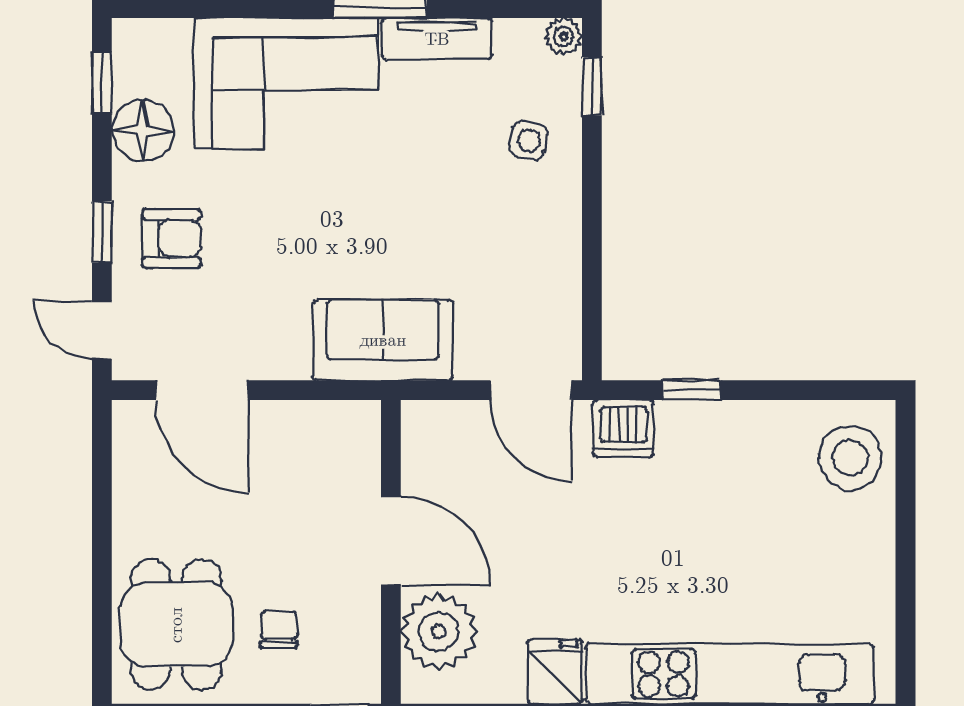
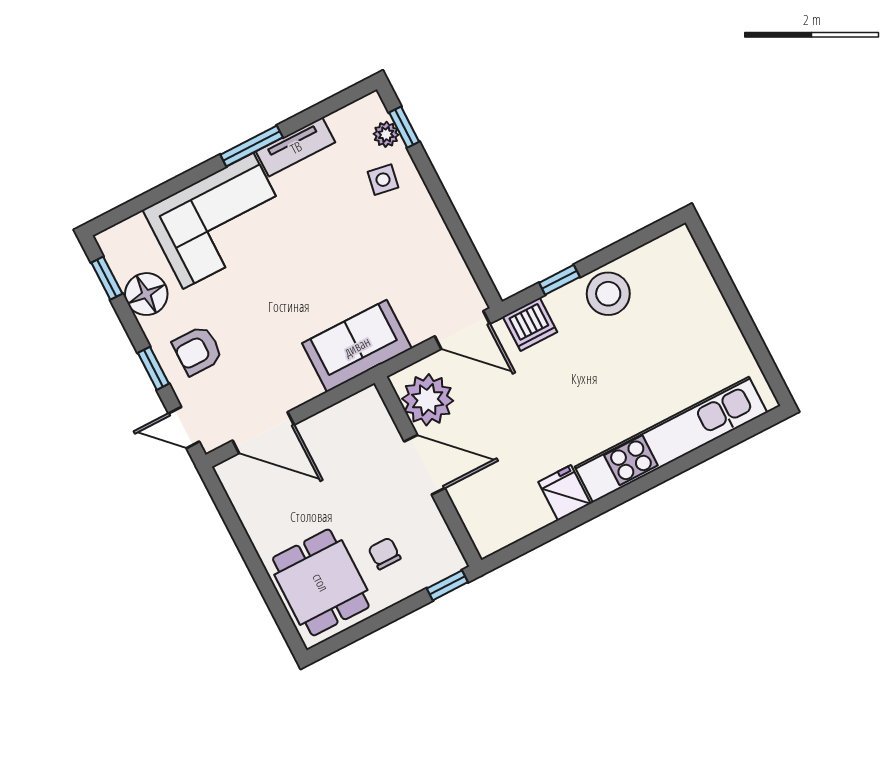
plant: (563, 36) -> (386, 134), moved
armchair: (172, 239) -> (198, 350), turned 180
stool: (850, 458) -> (608, 294), moved
plant: (439, 632) -> (428, 400), moved

